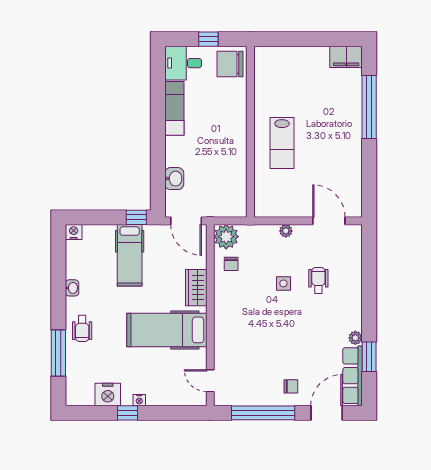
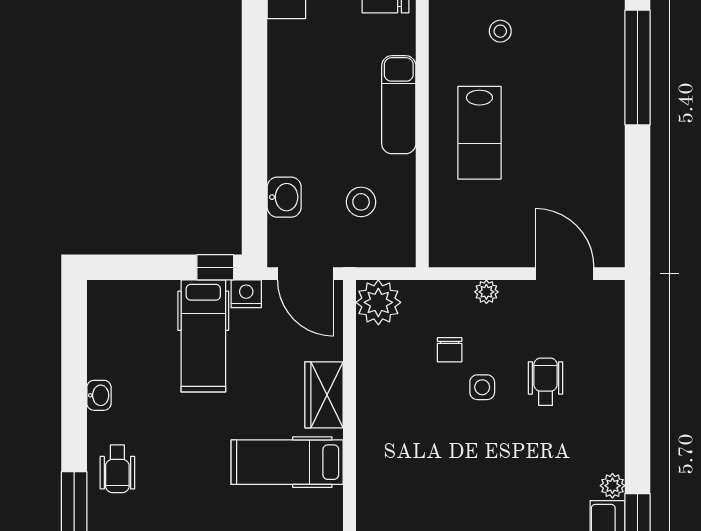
stool: (293, 87) -> (500, 31), added
exam couch: (174, 108) -> (399, 105), moved, turned 180
stool: (217, 181) -> (361, 202), added
nightstand: (74, 232) -> (246, 294), moved
chair: (231, 264) -> (450, 350), moved
hospital bed: (167, 330) -> (287, 462), width x0.73, depth x0.78

